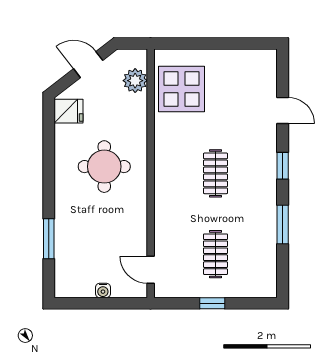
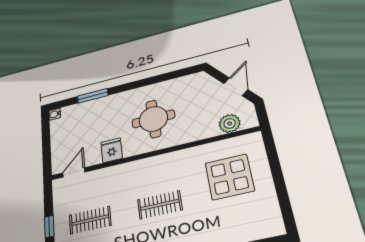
display table: (182, 89) -> (229, 177), moved
fridge: (69, 111) -> (112, 150), moved, turned 180
water cooler: (103, 290) -> (55, 114), moved

